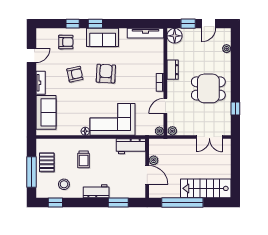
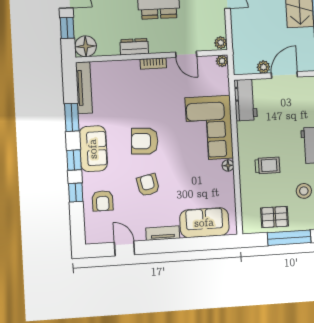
window: (125, 24) -> (72, 117), added
armchair: (66, 42) -> (103, 201), turned 180

